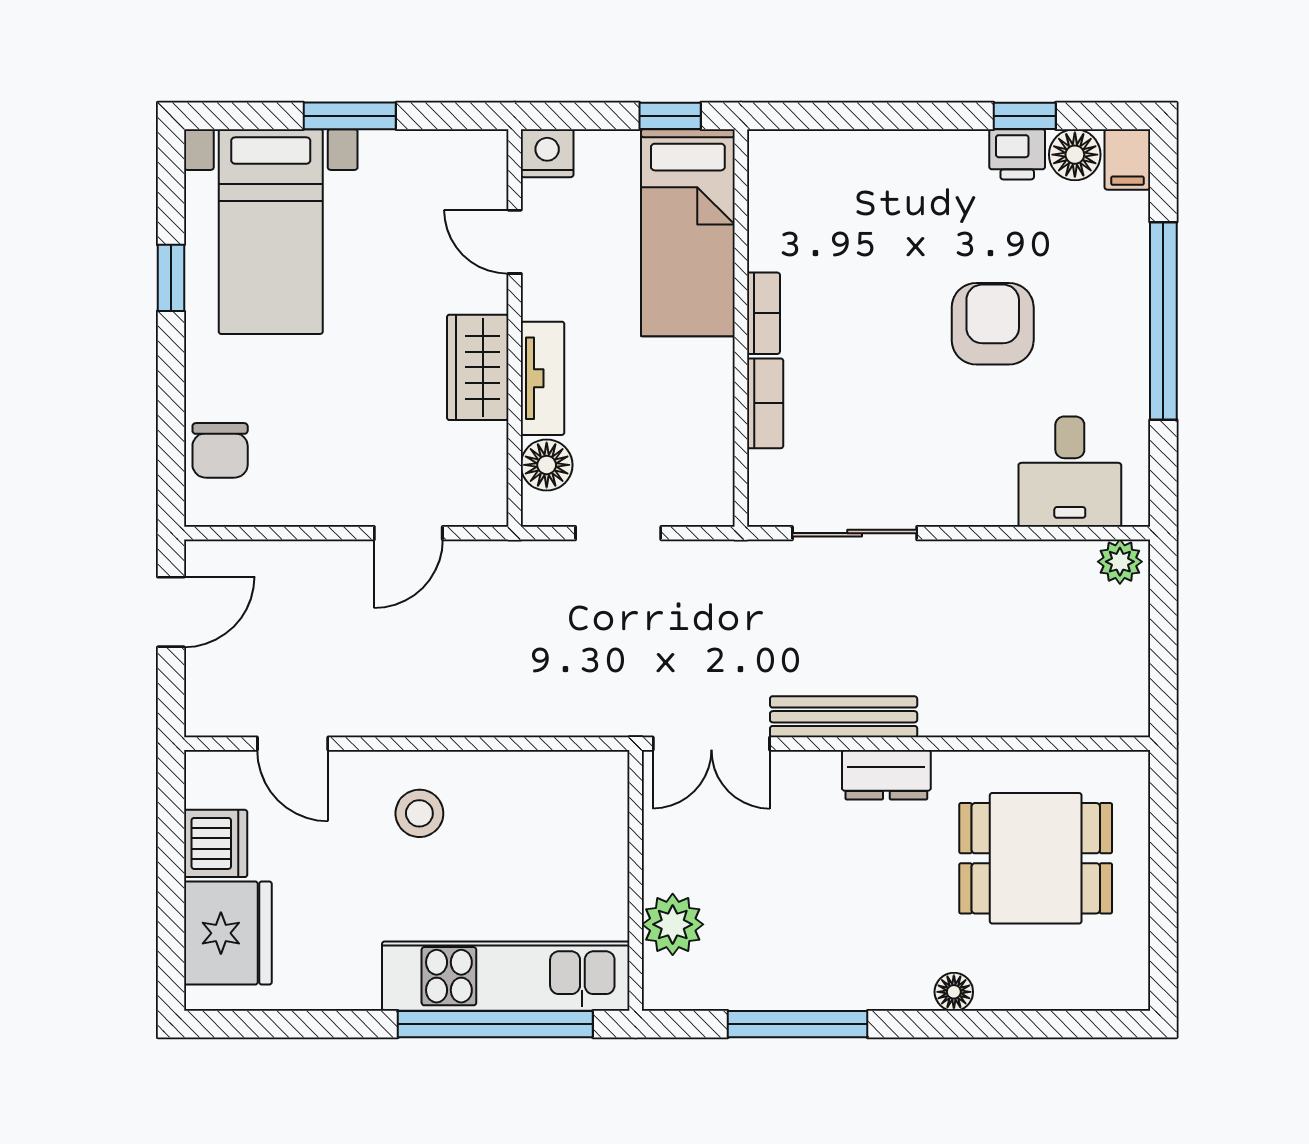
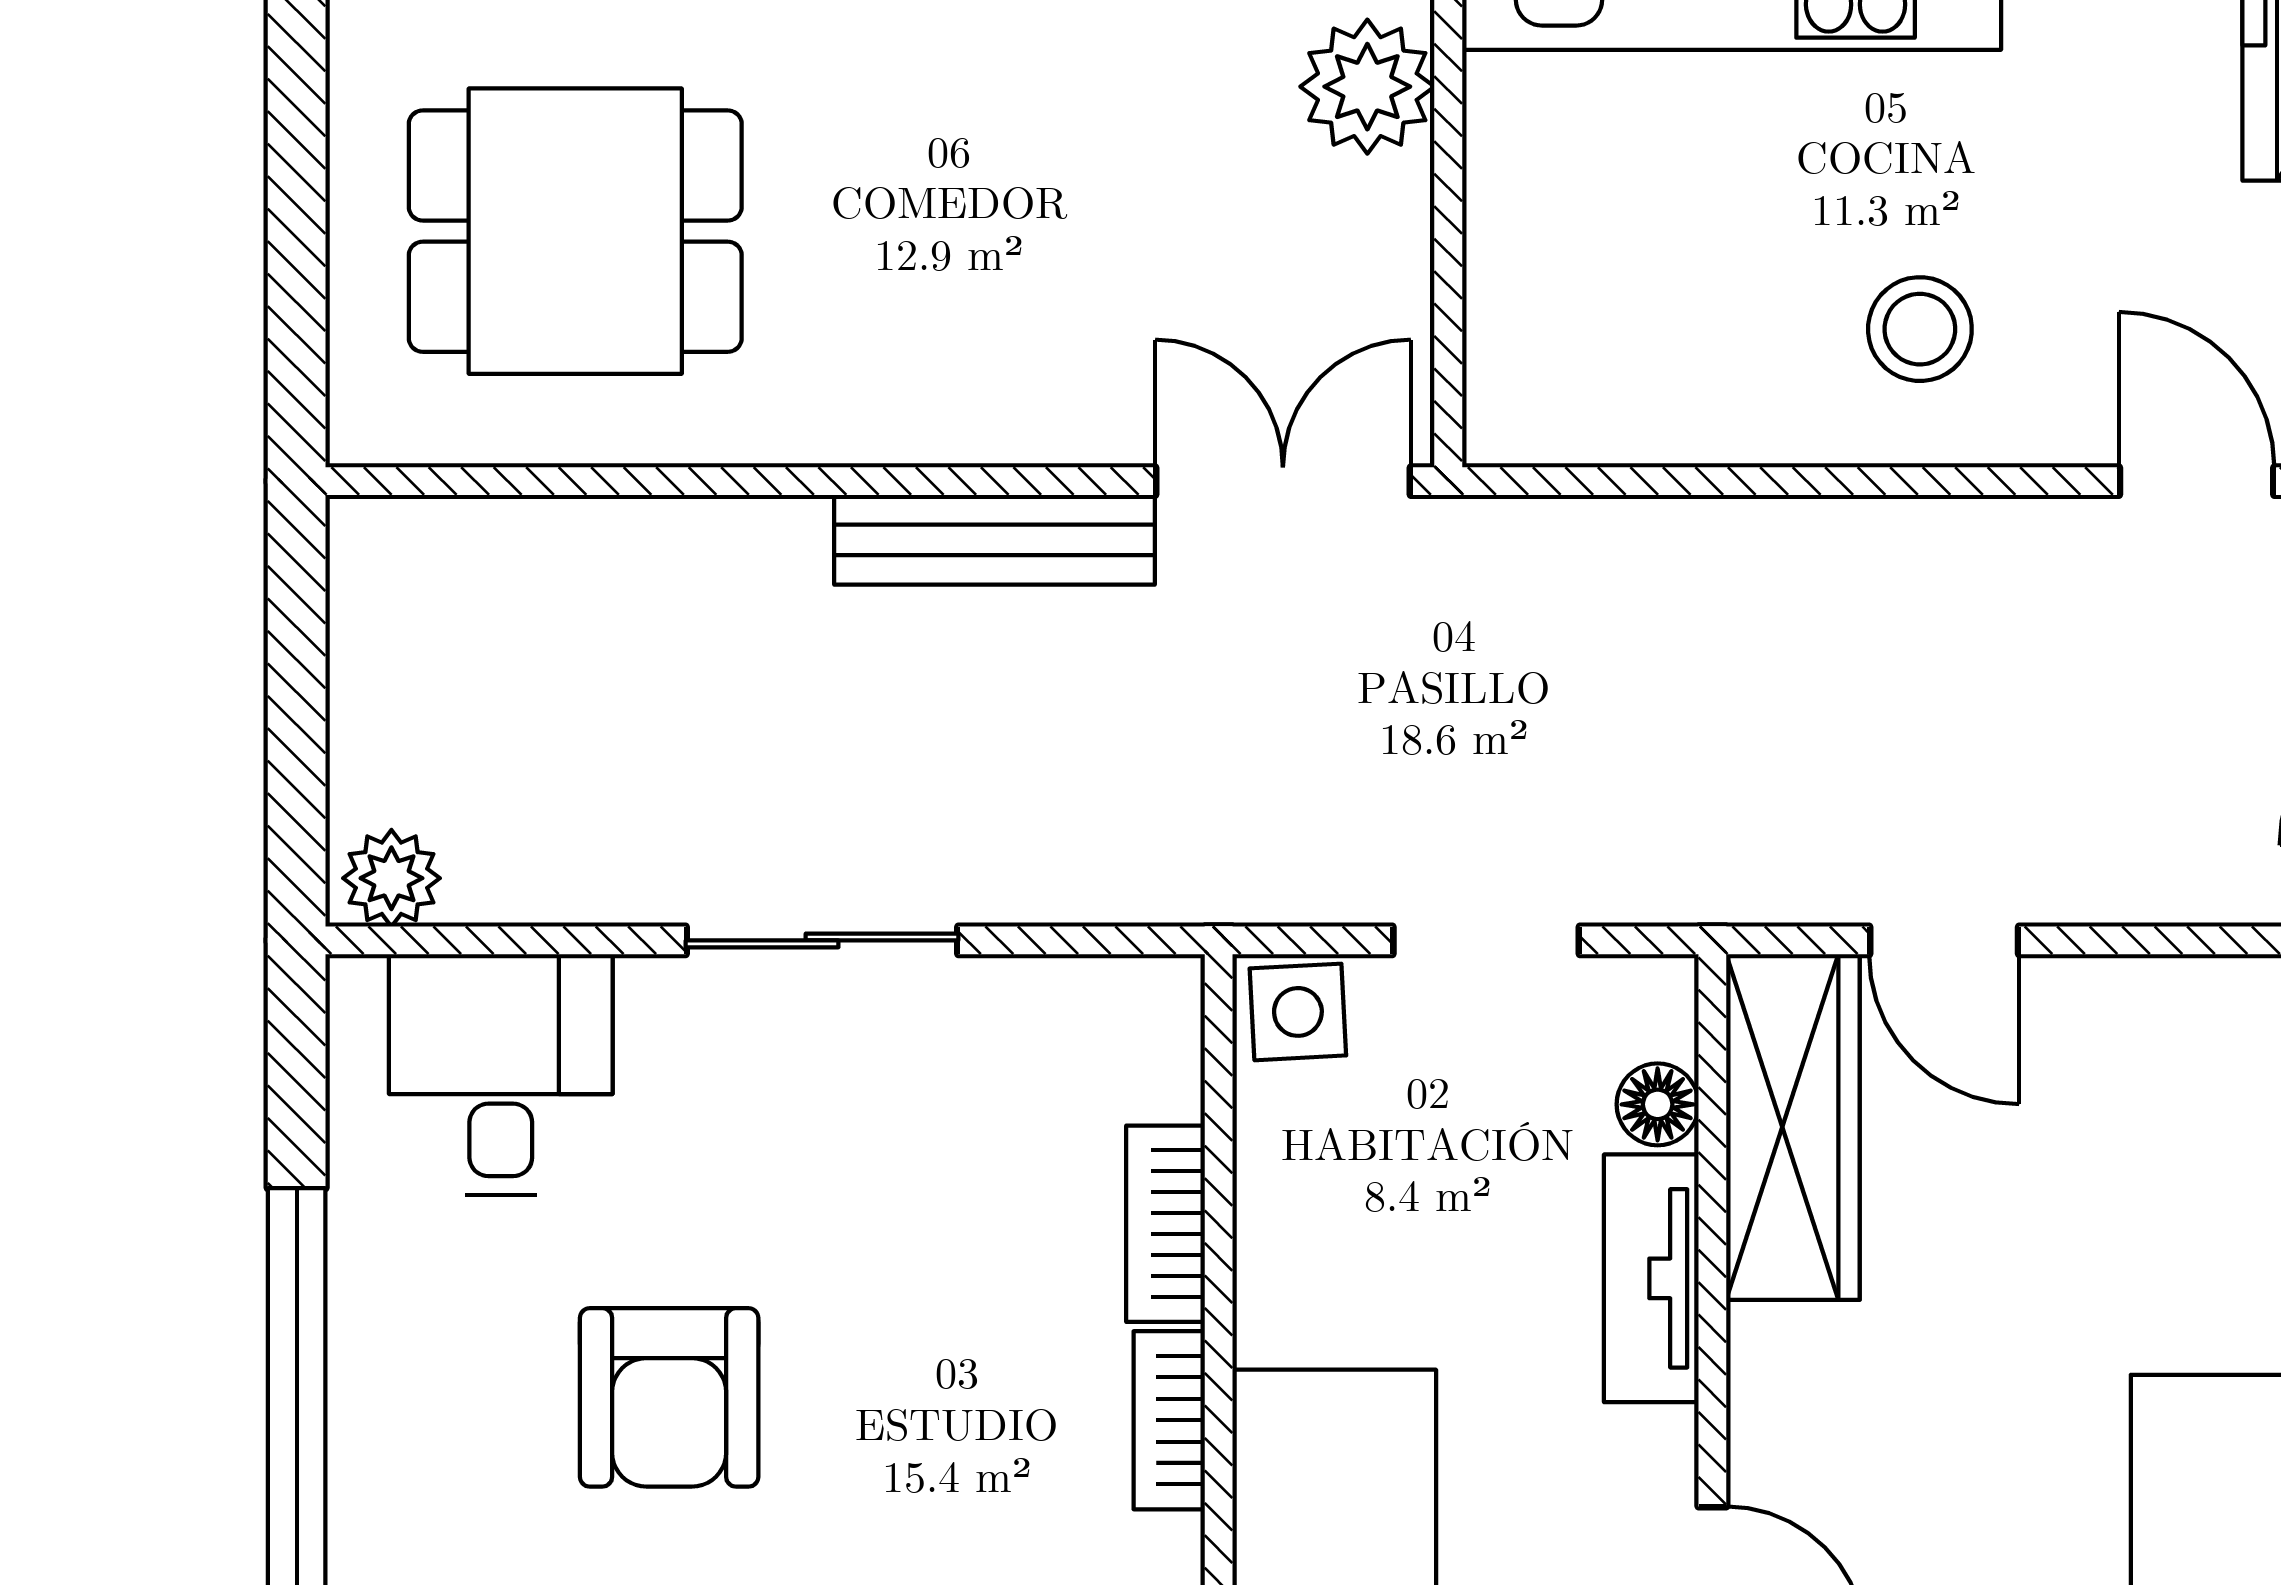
wardrobe: (478, 367) -> (1793, 1127), moved, width x1.50
floor lamp: (547, 465) -> (1658, 1104), width x0.73, depth x0.73
side table: (704, 500) -> (1298, 1012), added
door: (408, 533) -> (1944, 940), swing flipped
sliding door: (855, 533) -> (822, 940), moved
dresser: (886, 775) -> (901, 413), removed

